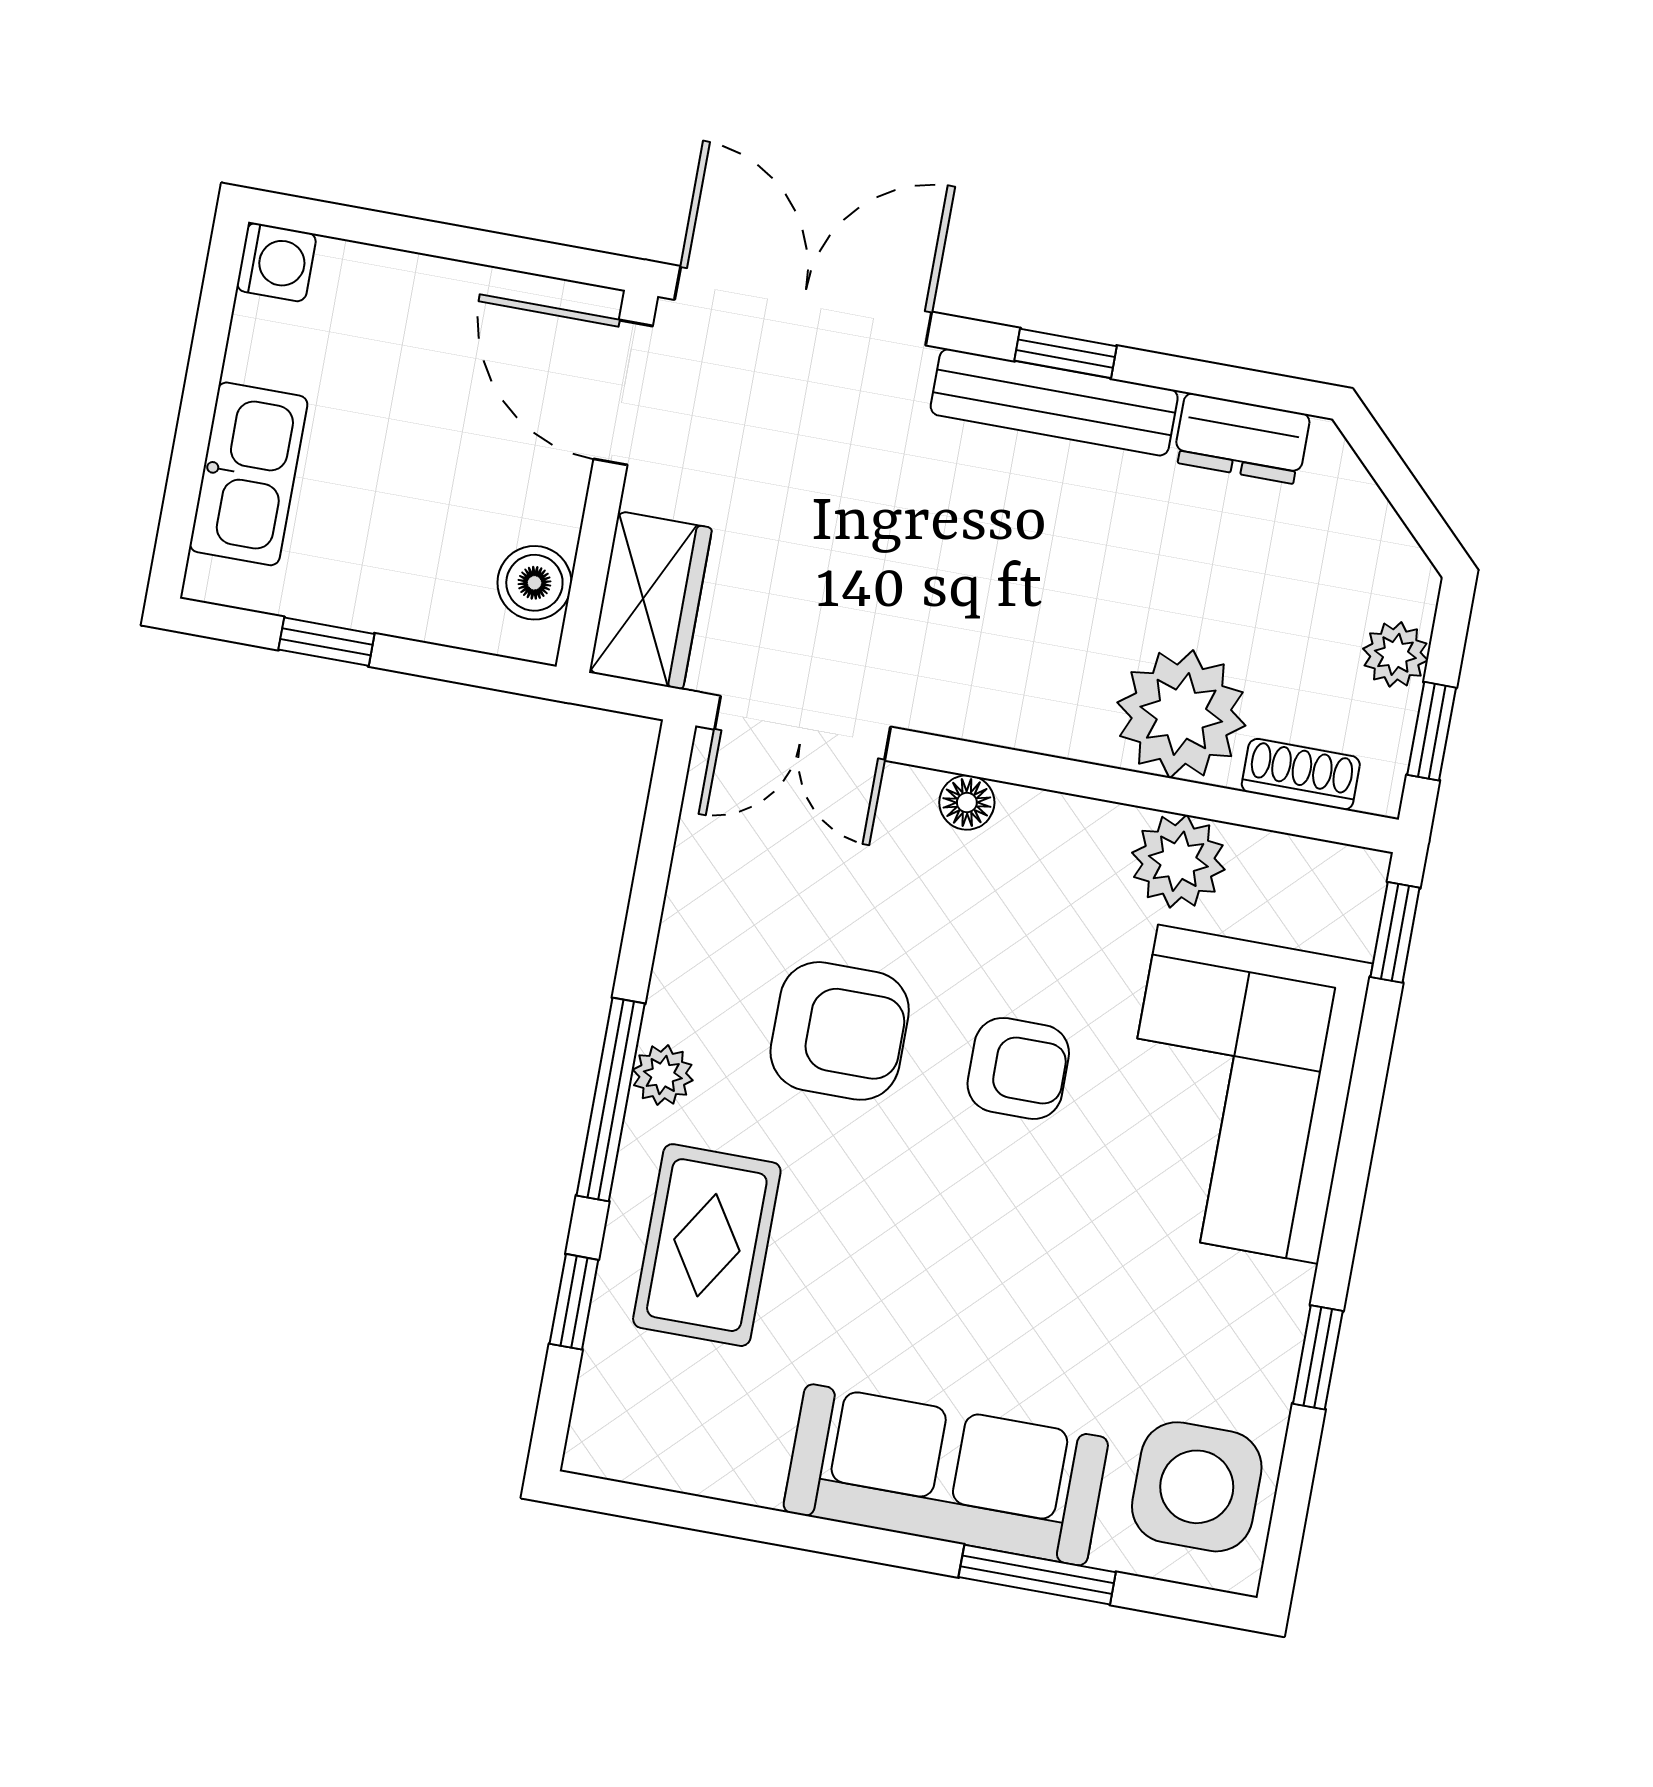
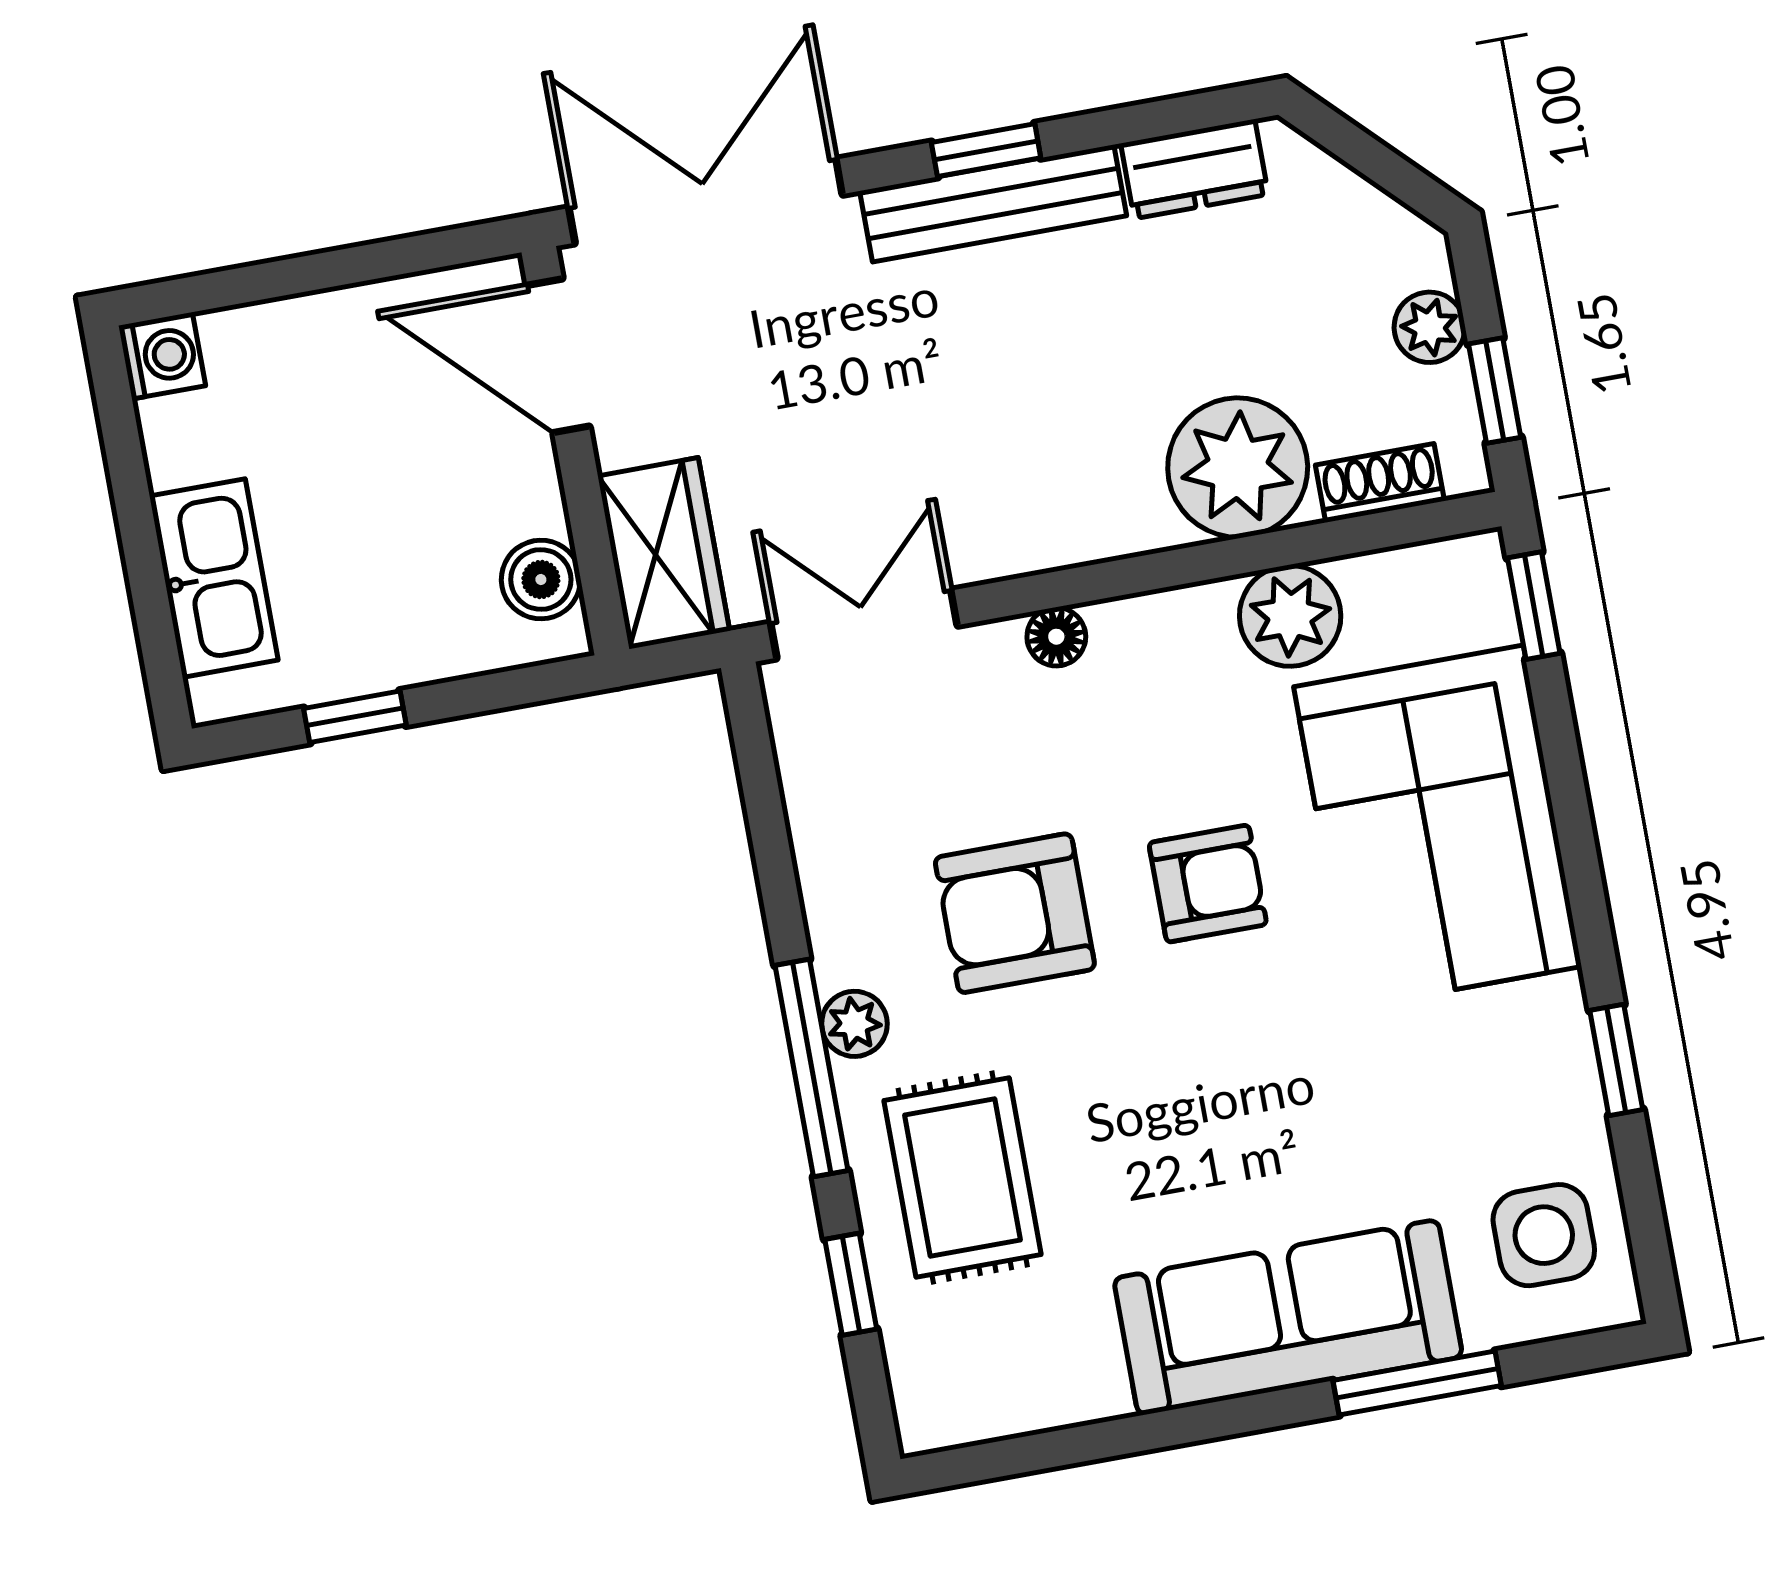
double door: (802, 728) -> (864, 624), swing flipped
armchair: (840, 1031) -> (1015, 913), turned 180
side table: (1197, 1487) -> (1544, 1235), width x0.73, depth x0.73

